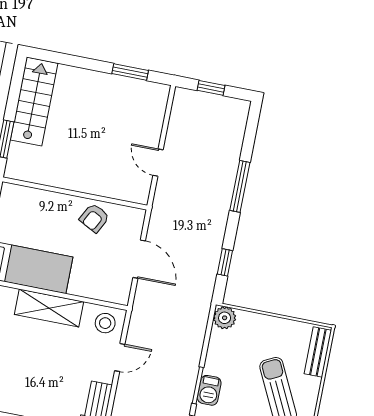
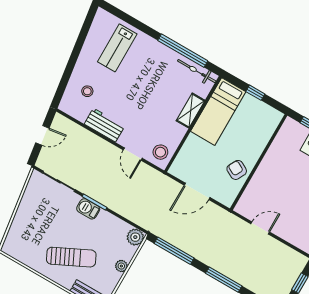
window: (225, 262) -> (174, 251), width x2.17
shelving: (49, 308) -> (191, 111), width x0.67, depth x0.75
plant: (268, 323) -> (121, 266), added

